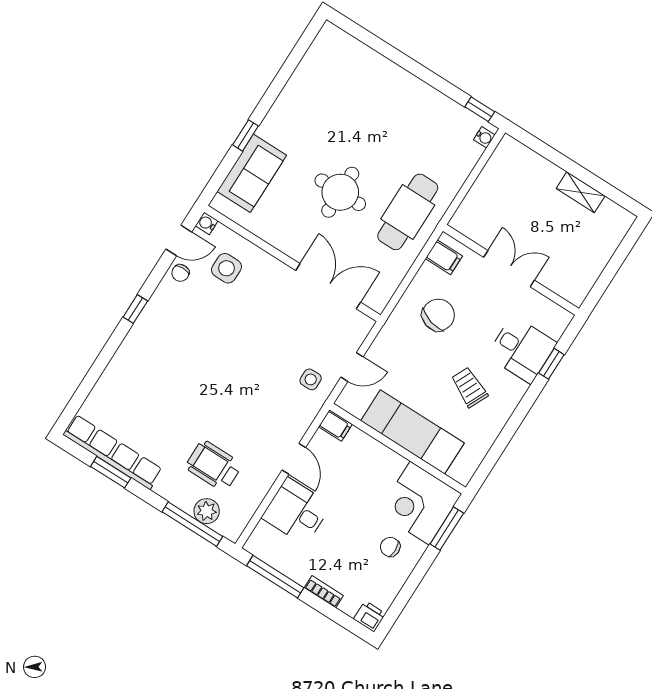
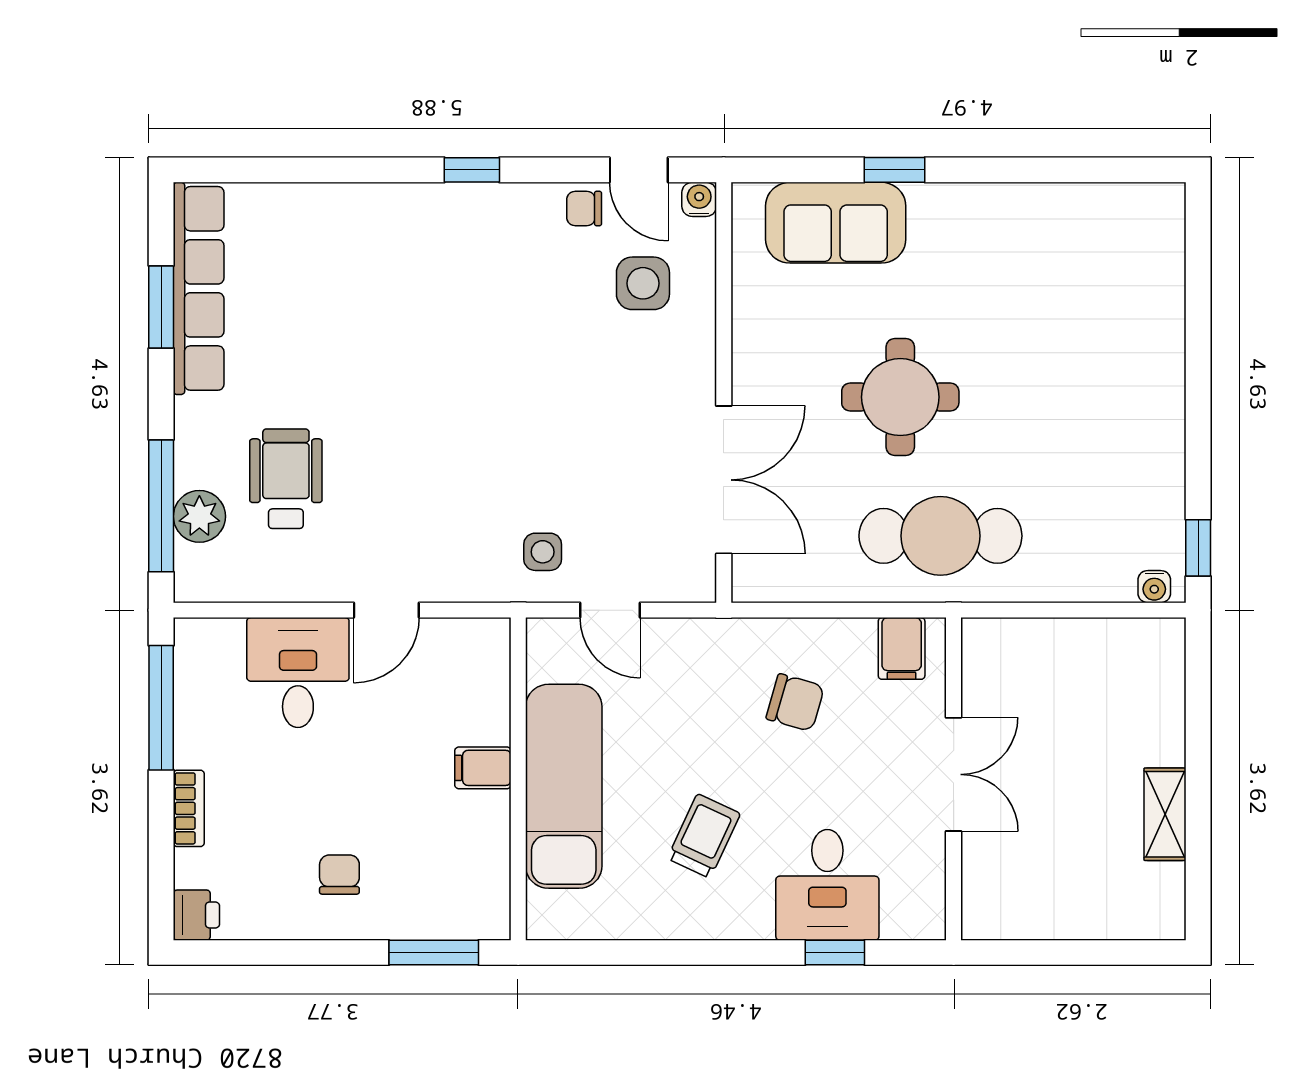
chair: (438, 315) -> (795, 703), width x0.73, depth x0.73
filing cabinet: (335, 425) -> (483, 768), moved, turned 90
corner desk: (420, 503) -> (448, 877), removed

